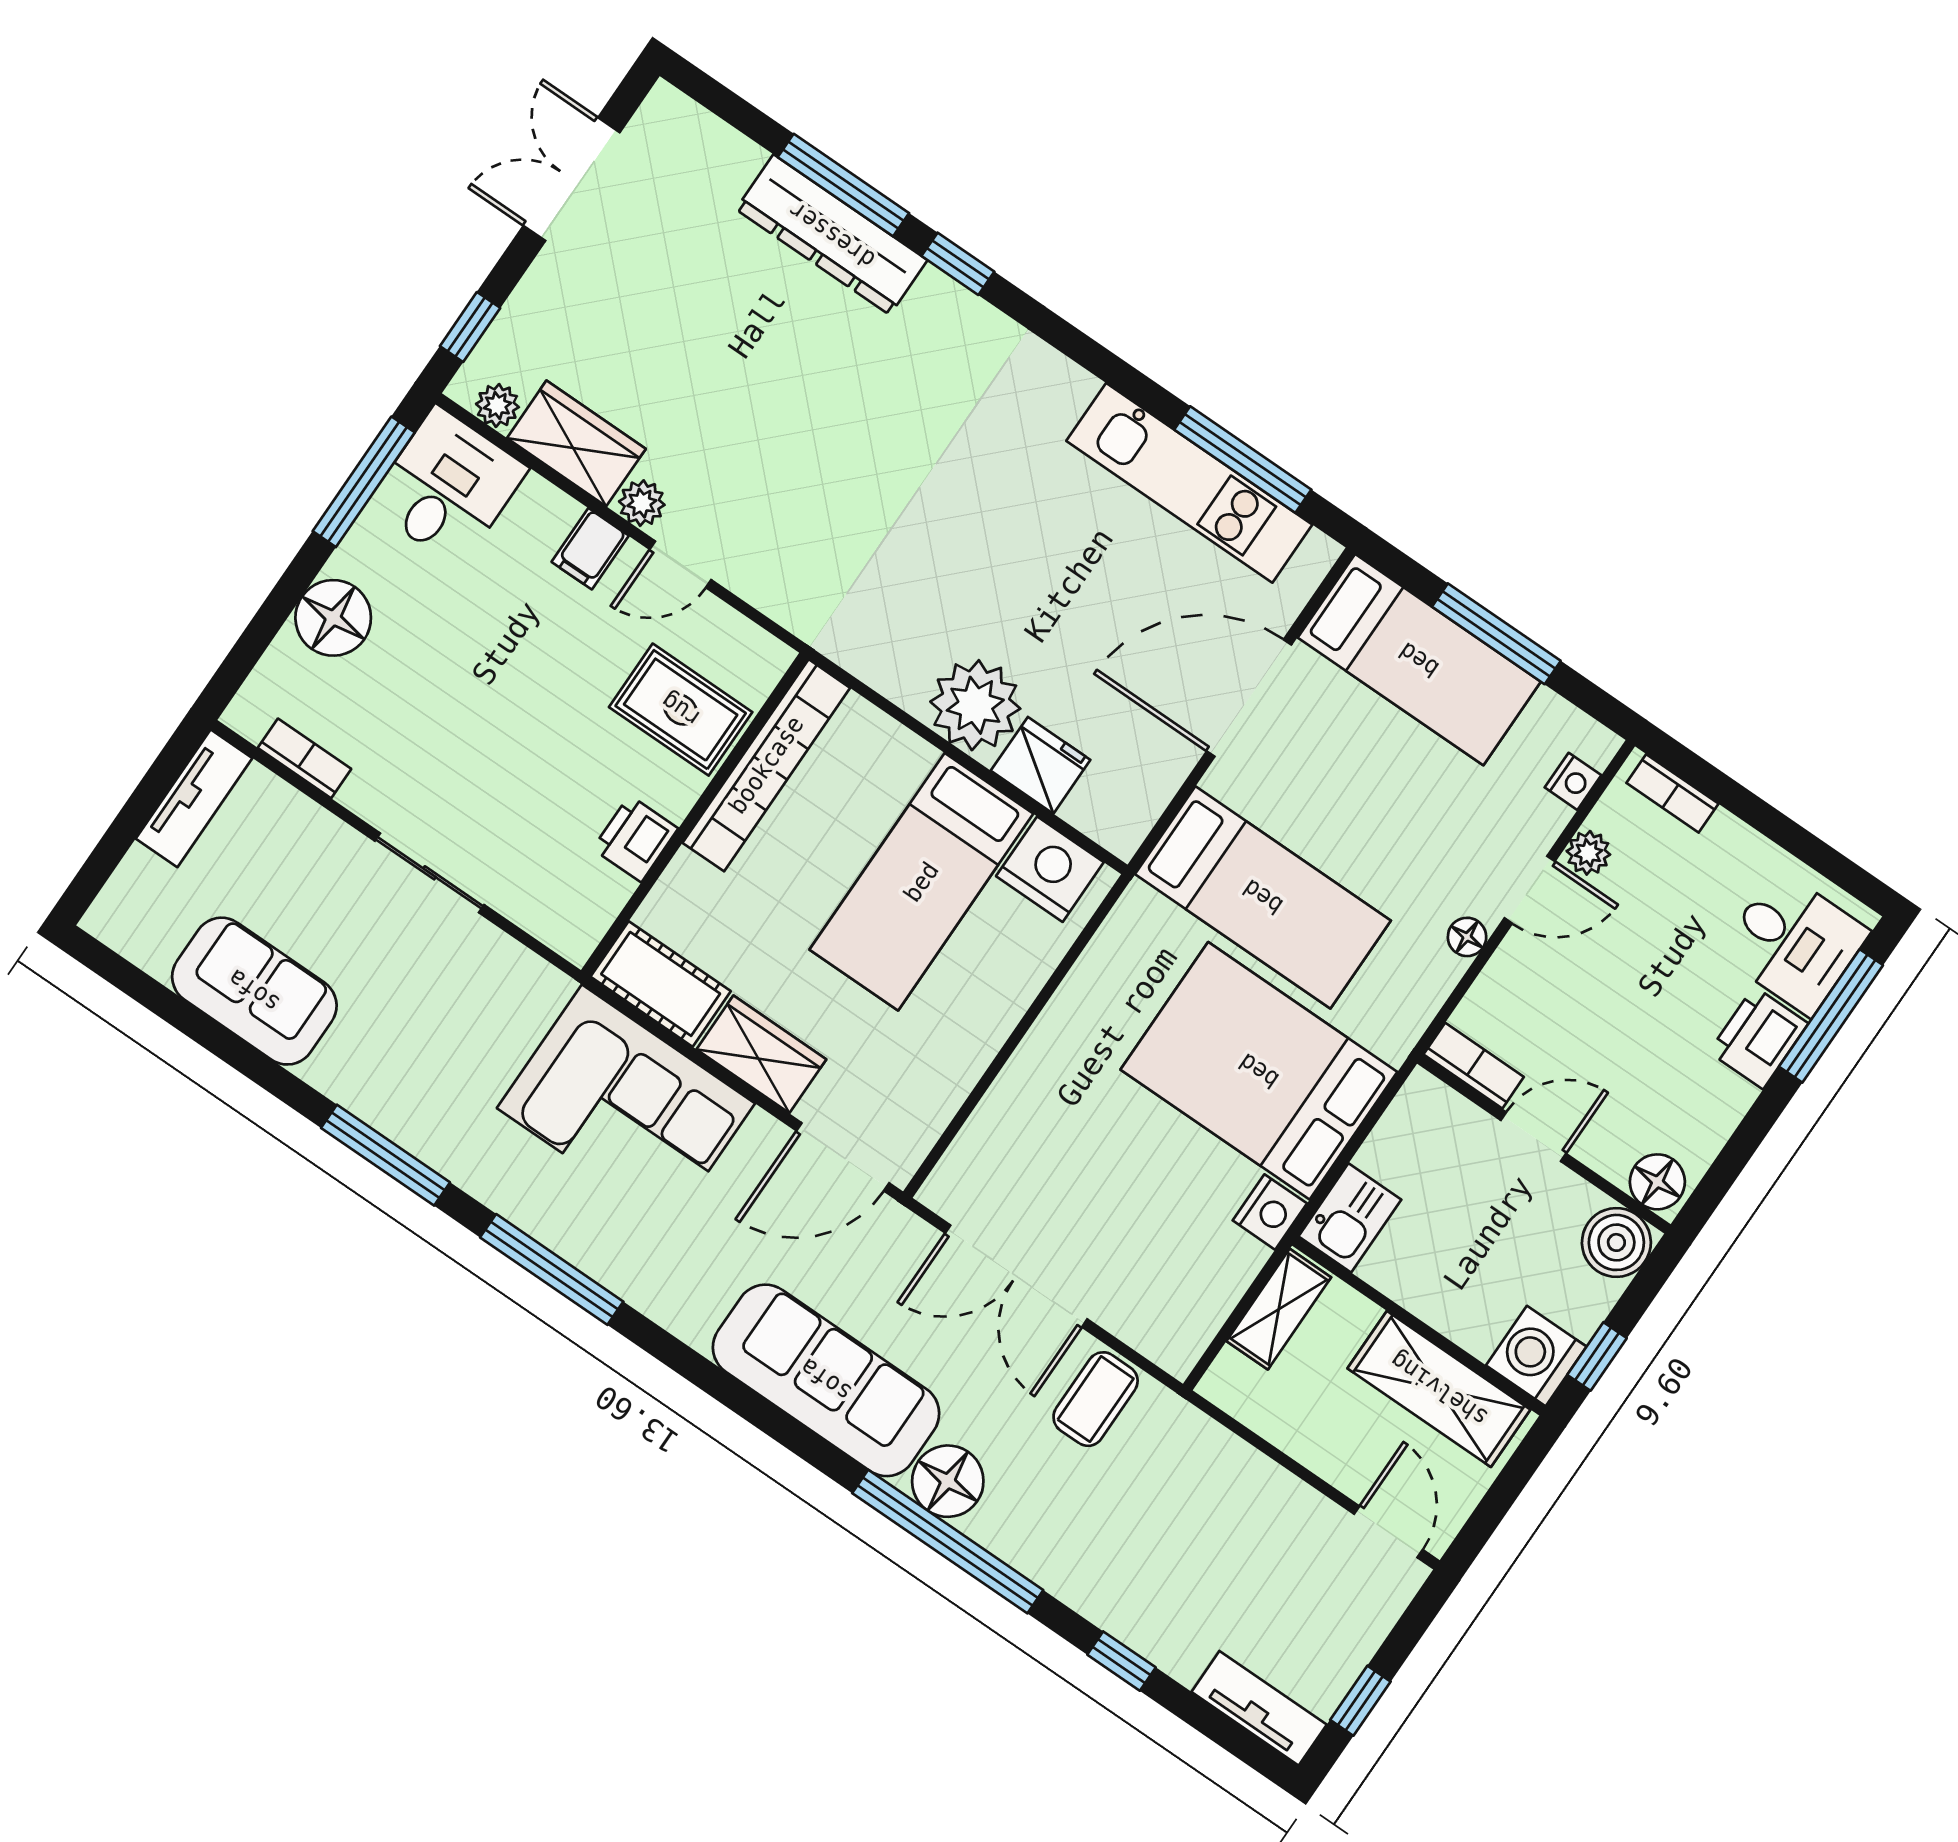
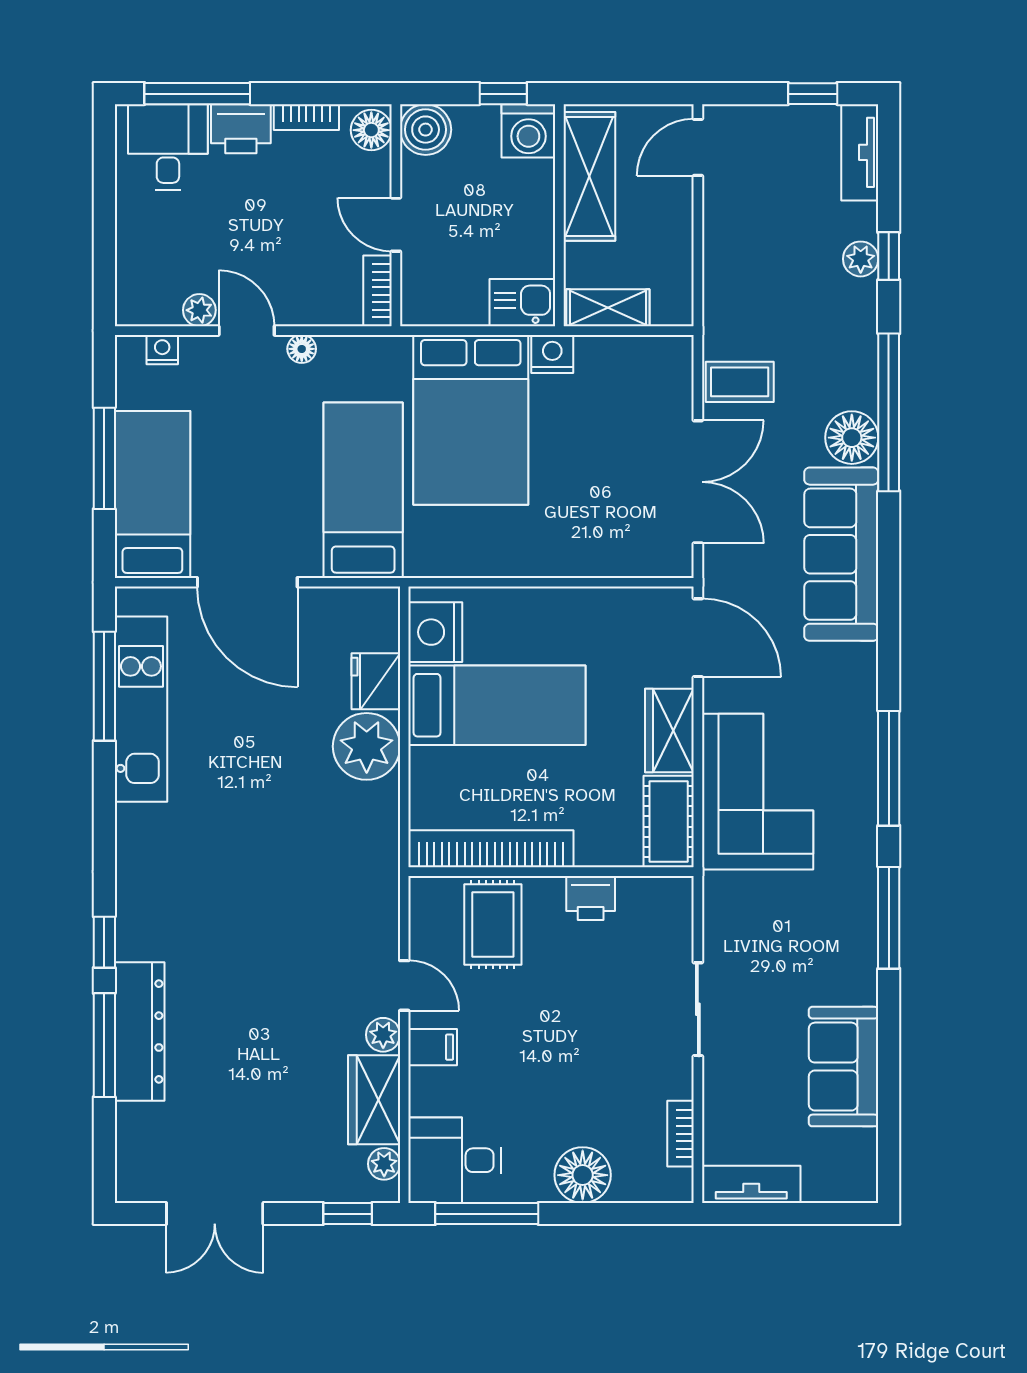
bookcase: (1672, 793) -> (306, 117), moved, turned 90
plant: (1140, 1628) -> (861, 259), added

